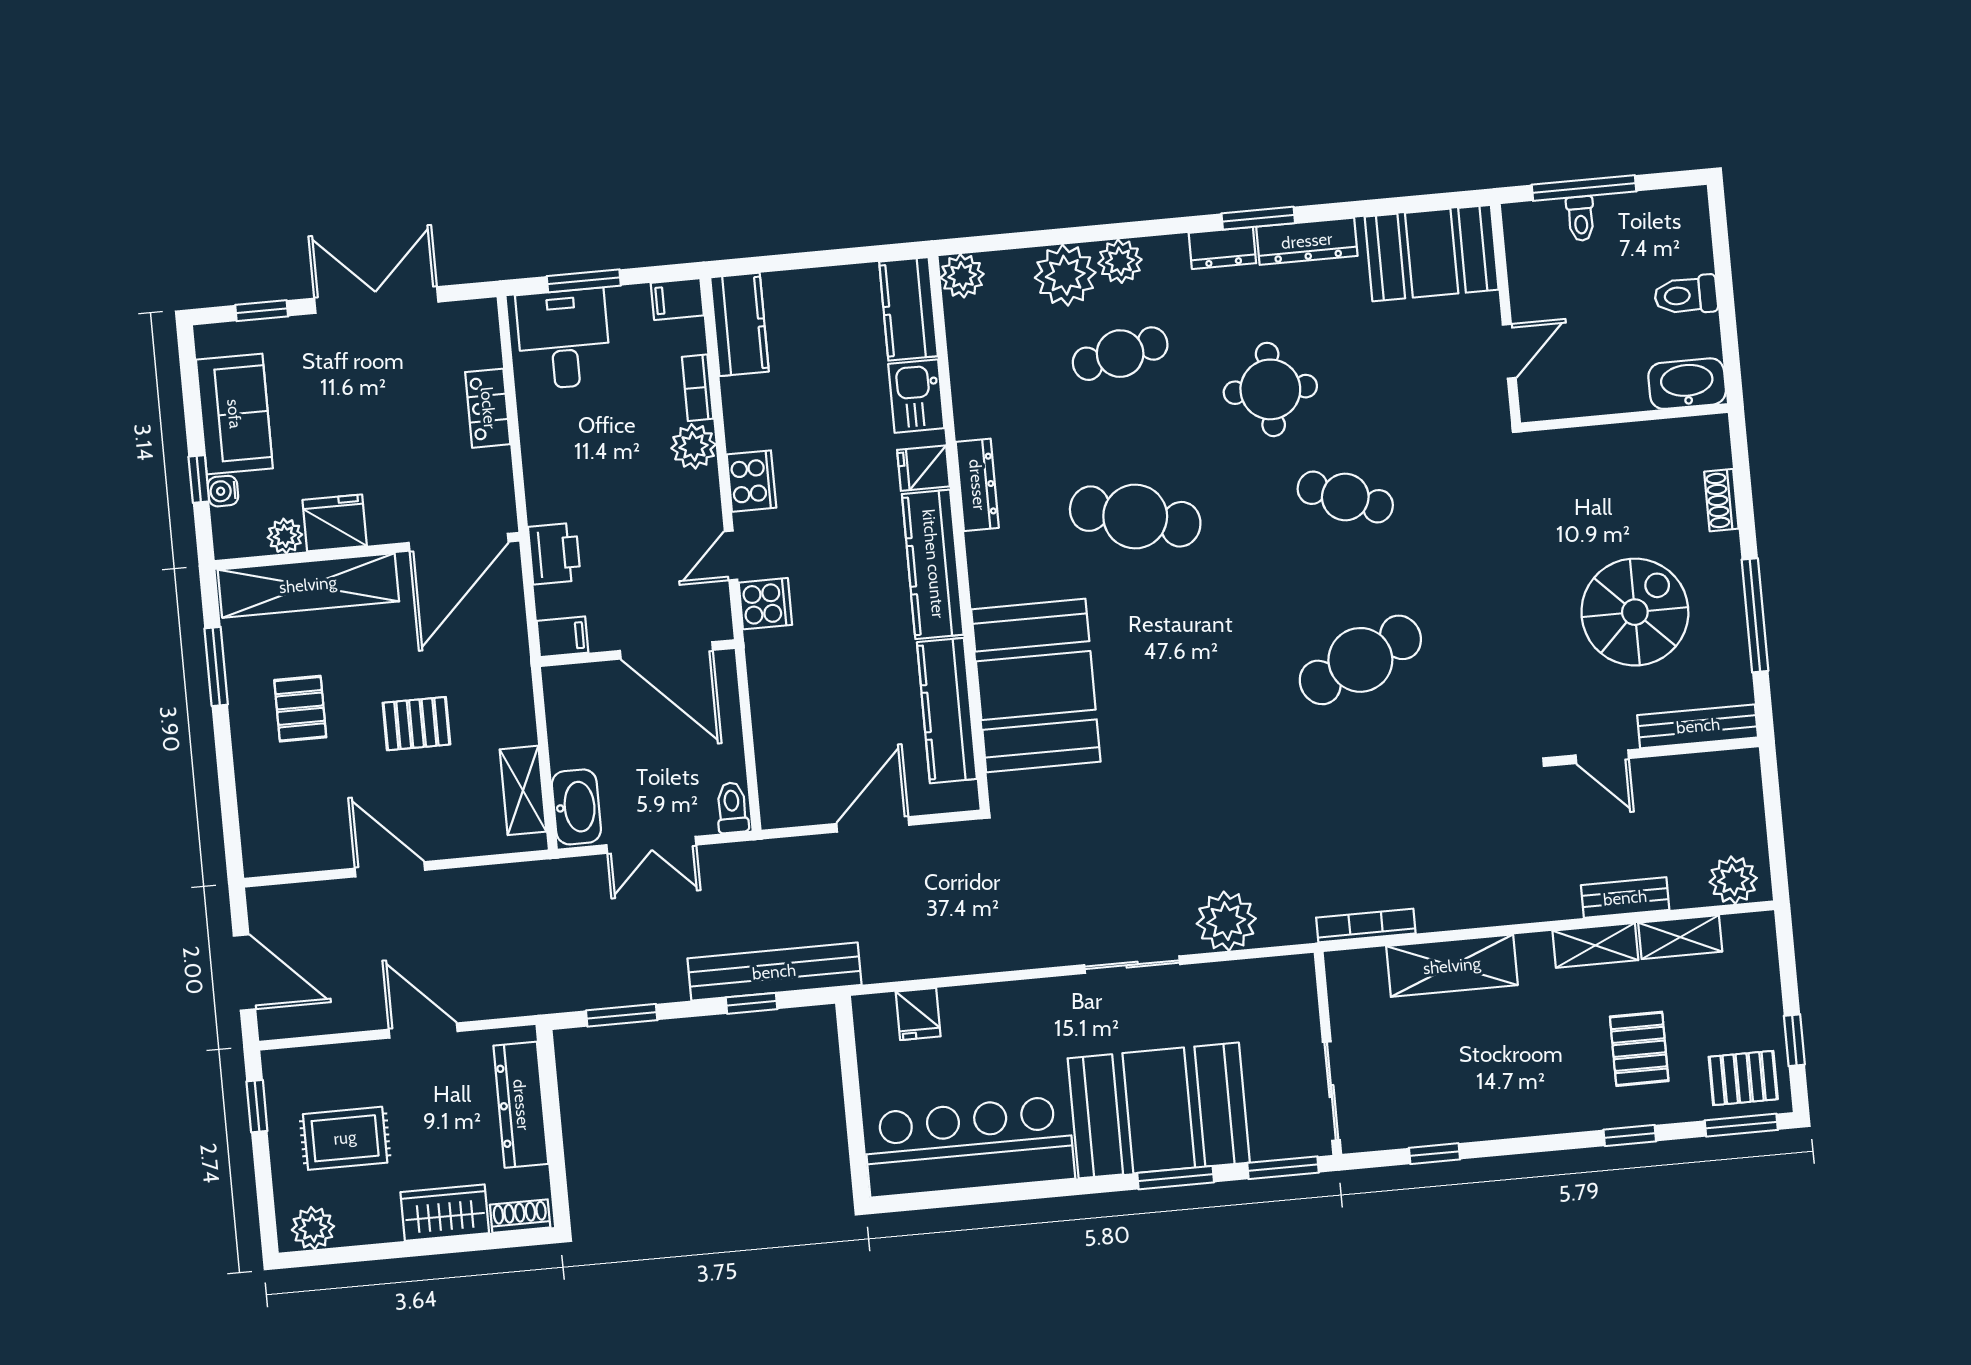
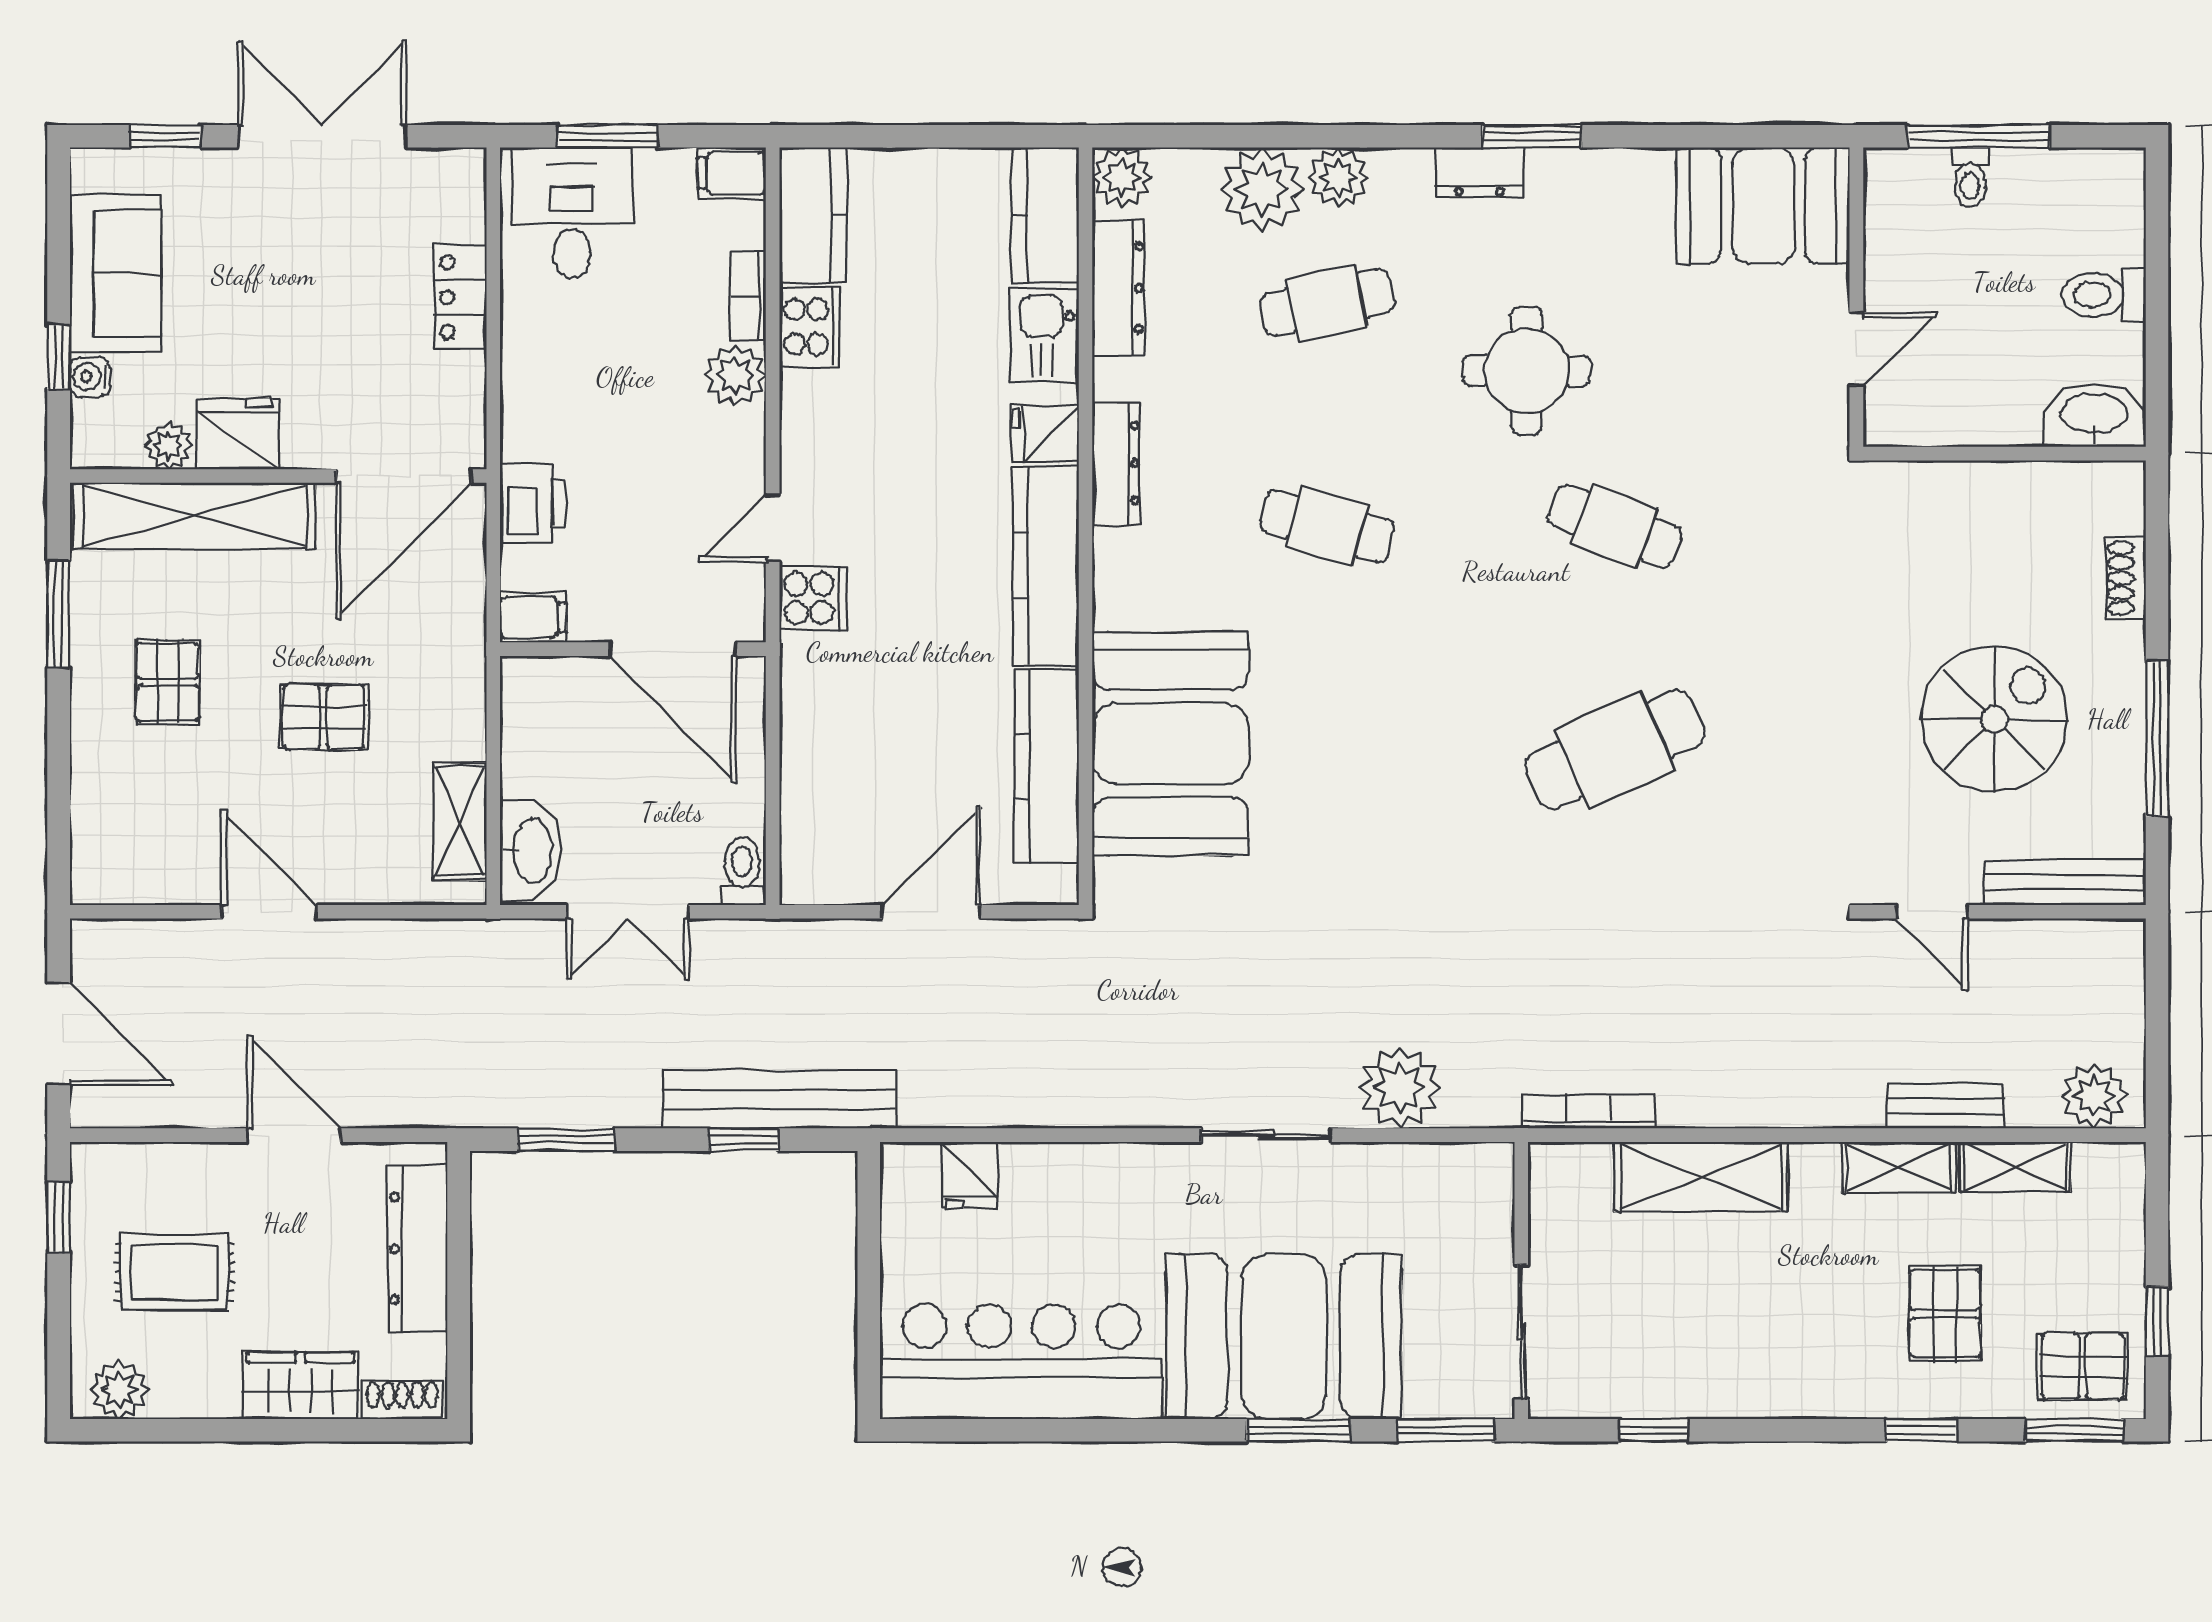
dresser: (1307, 241) -> (1118, 288), moved, turned -90
cooker: (751, 481) -> (810, 327), moved
cafe table: (1135, 516) -> (1327, 526), width x0.73, depth x0.74

